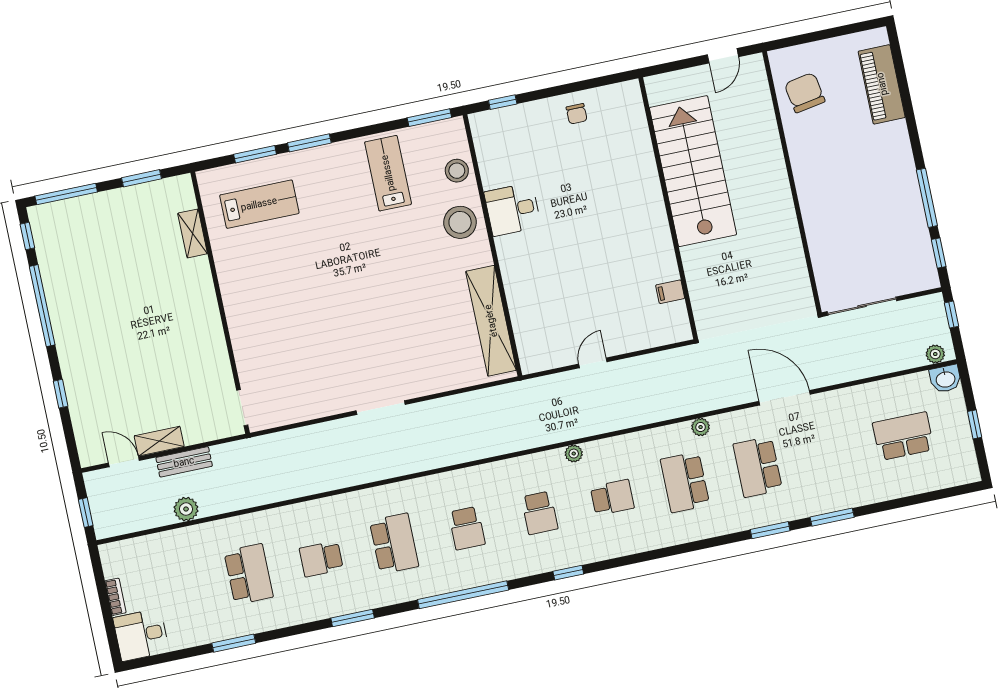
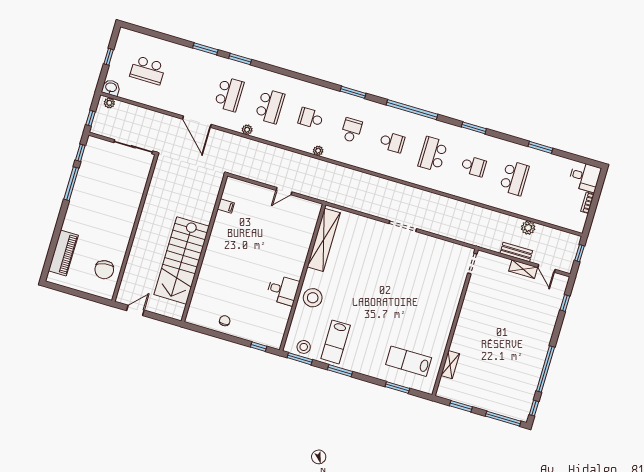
window: (309, 143) -> (340, 371), moved
stool: (457, 171) -> (304, 347), moved
window: (61, 394) -> (565, 303), moved
school desk: (467, 528) -> (392, 142), turned 90
window: (568, 573) -> (353, 92), width x1.50
school desk: (249, 574) -> (514, 178), turned 180

